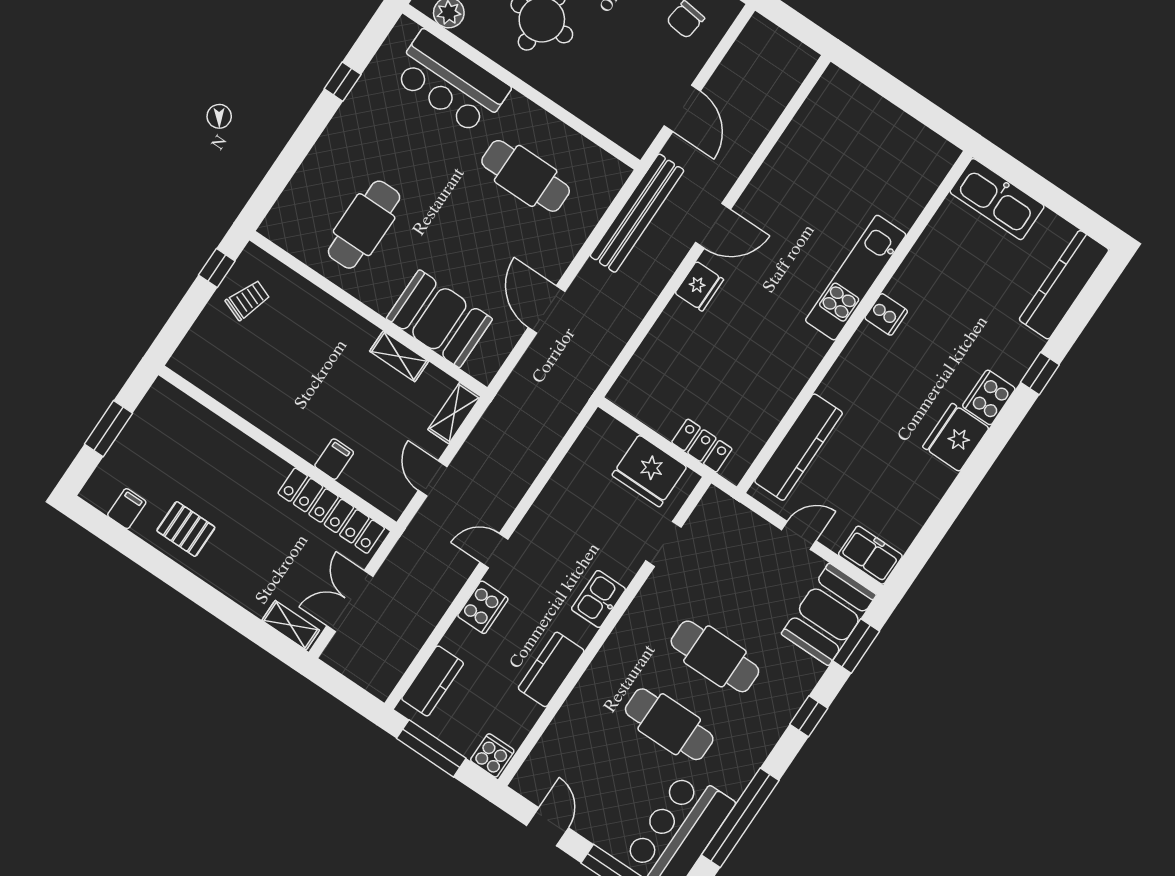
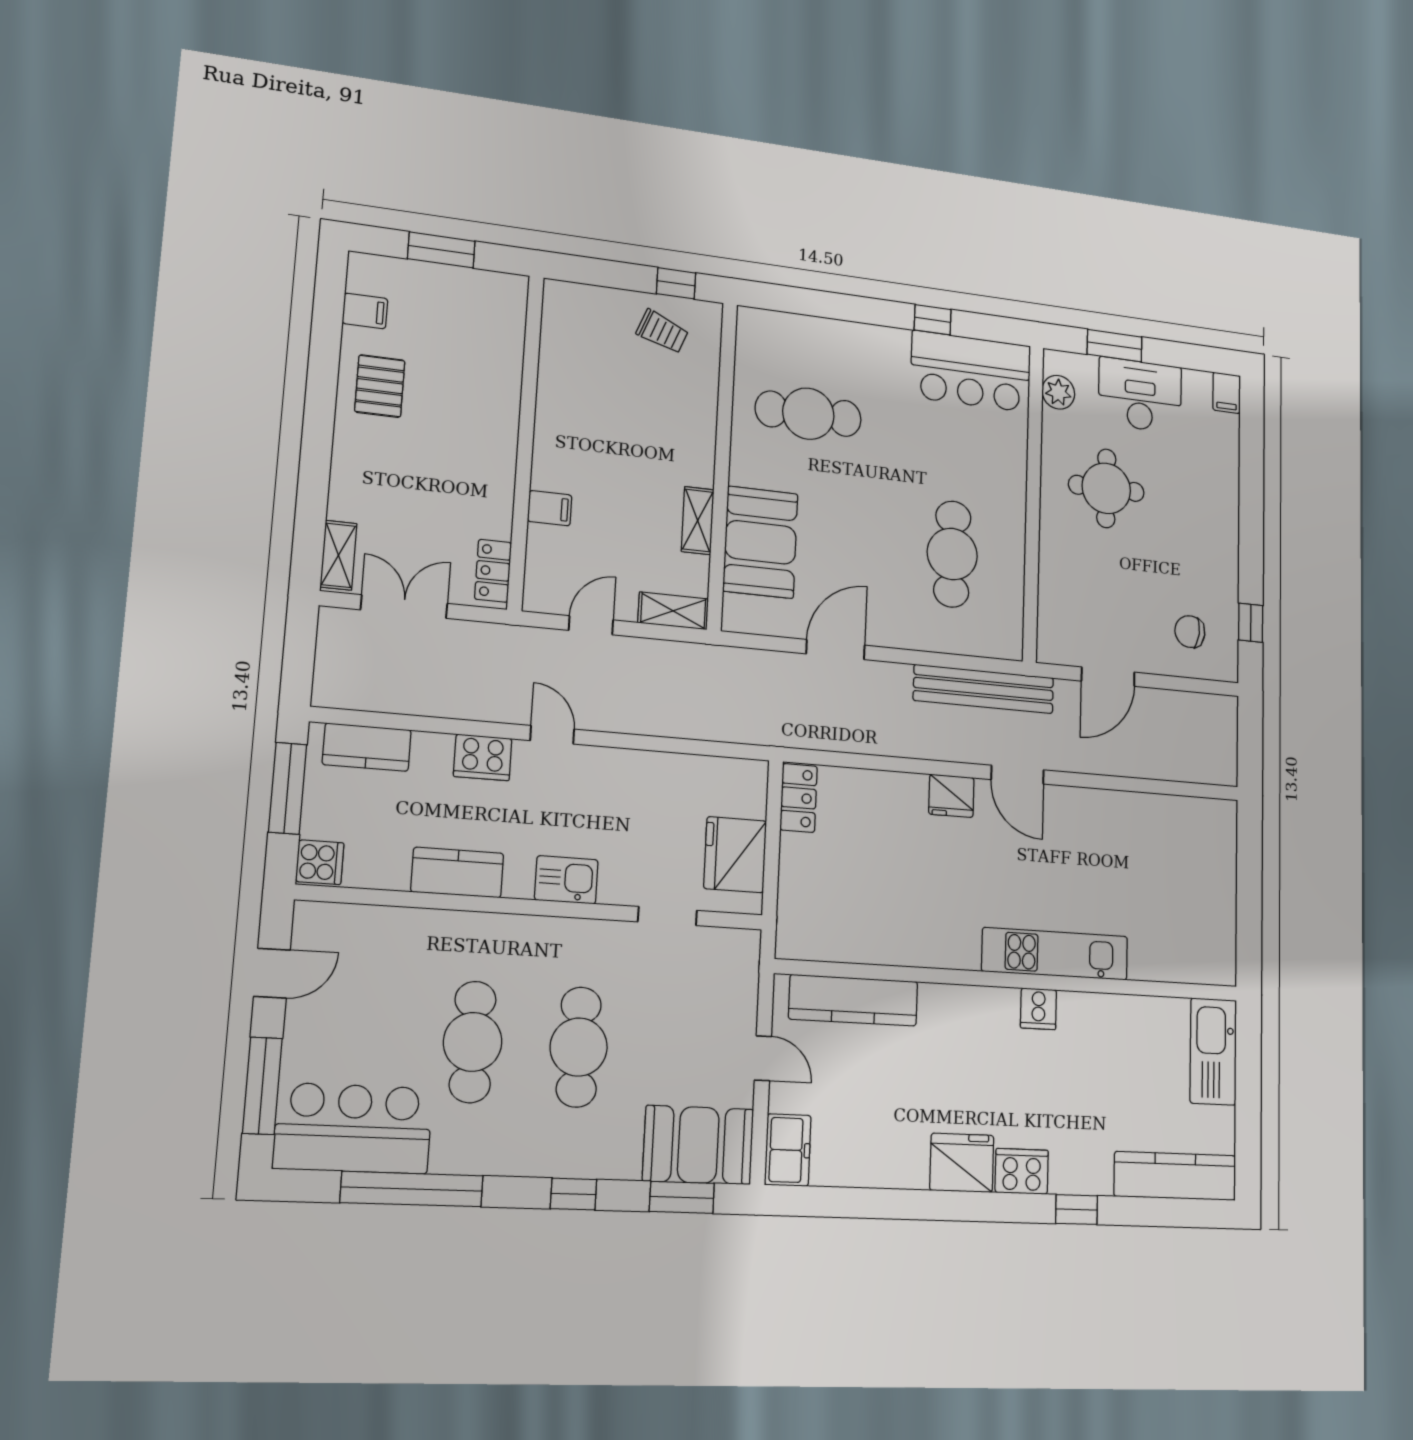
bar counter: (451, 82) -> (971, 371), moved, turned -90
locker: (702, 446) -> (799, 798), moved
locker: (331, 511) -> (493, 571), width x0.46, depth x0.83

